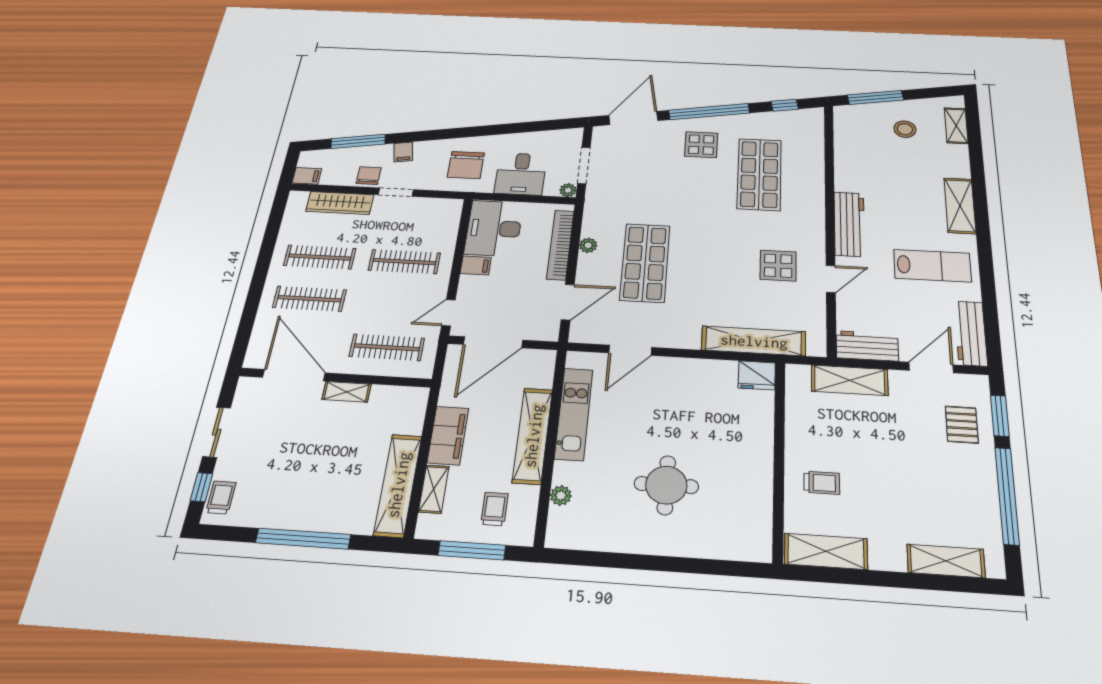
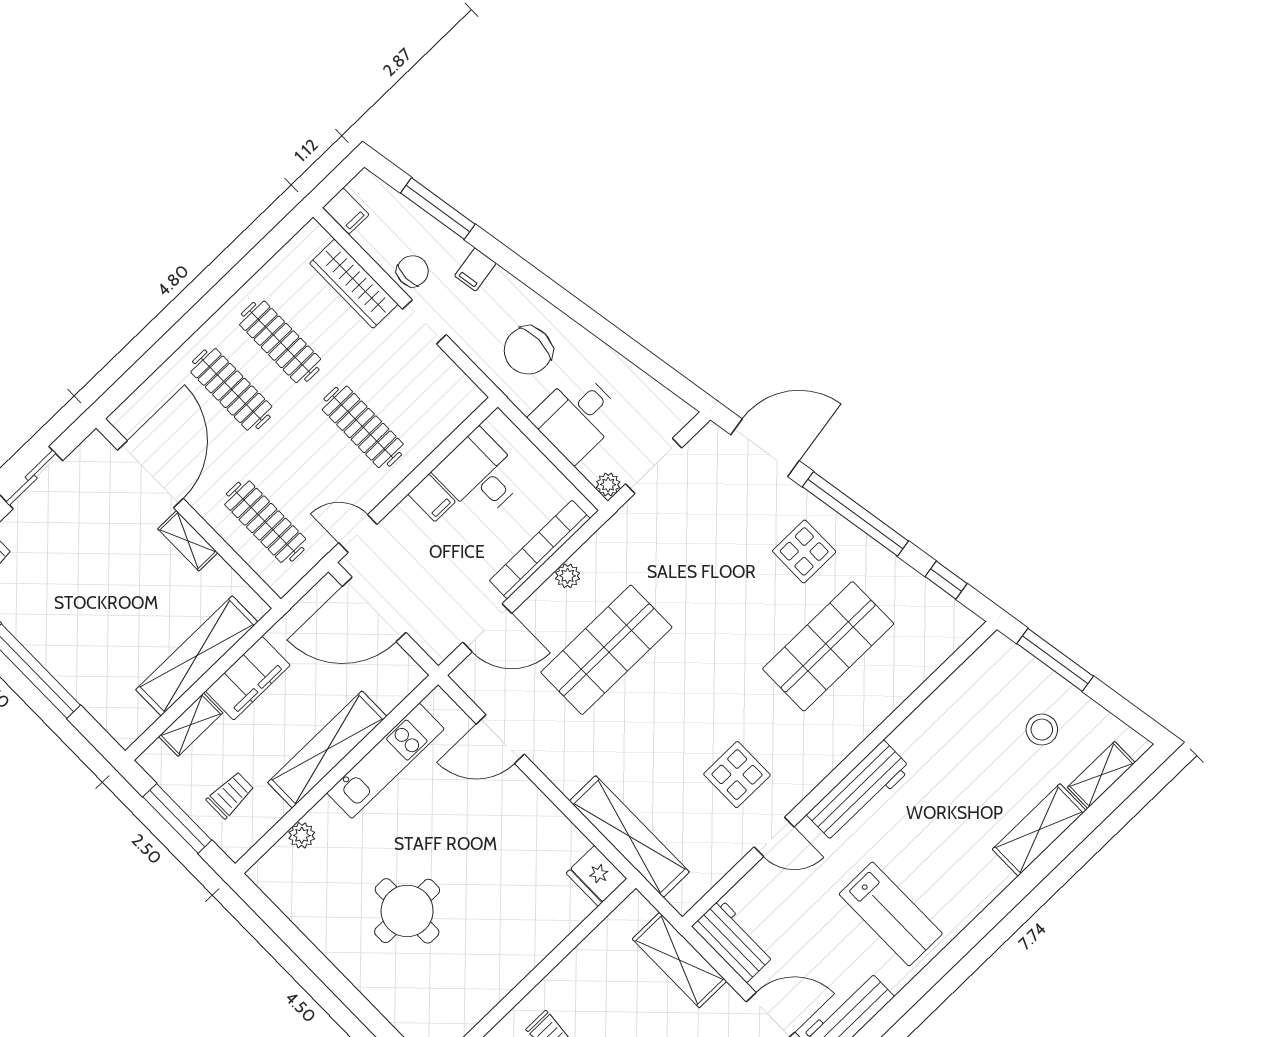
shelving: (960, 206) -> (1039, 830), moved
desk: (494, 228) -> (480, 474), width x0.73
shelving: (398, 485) -> (197, 656), moved

